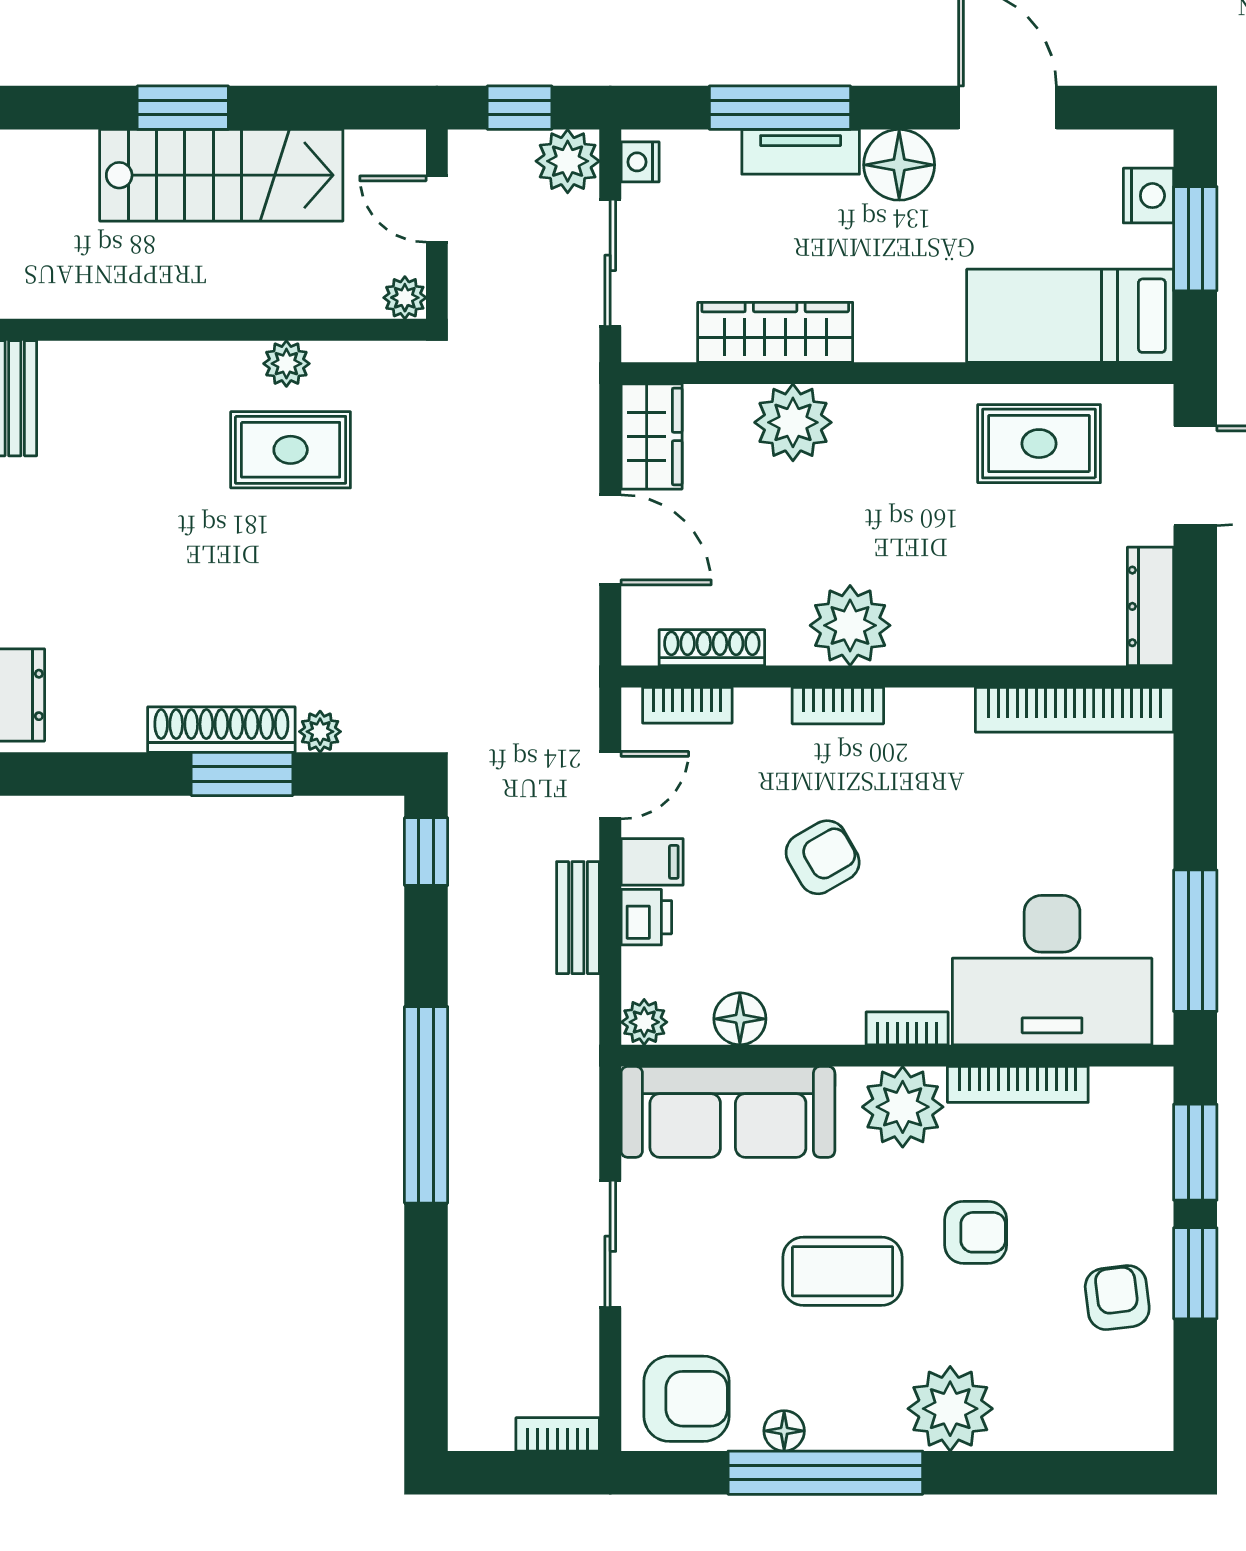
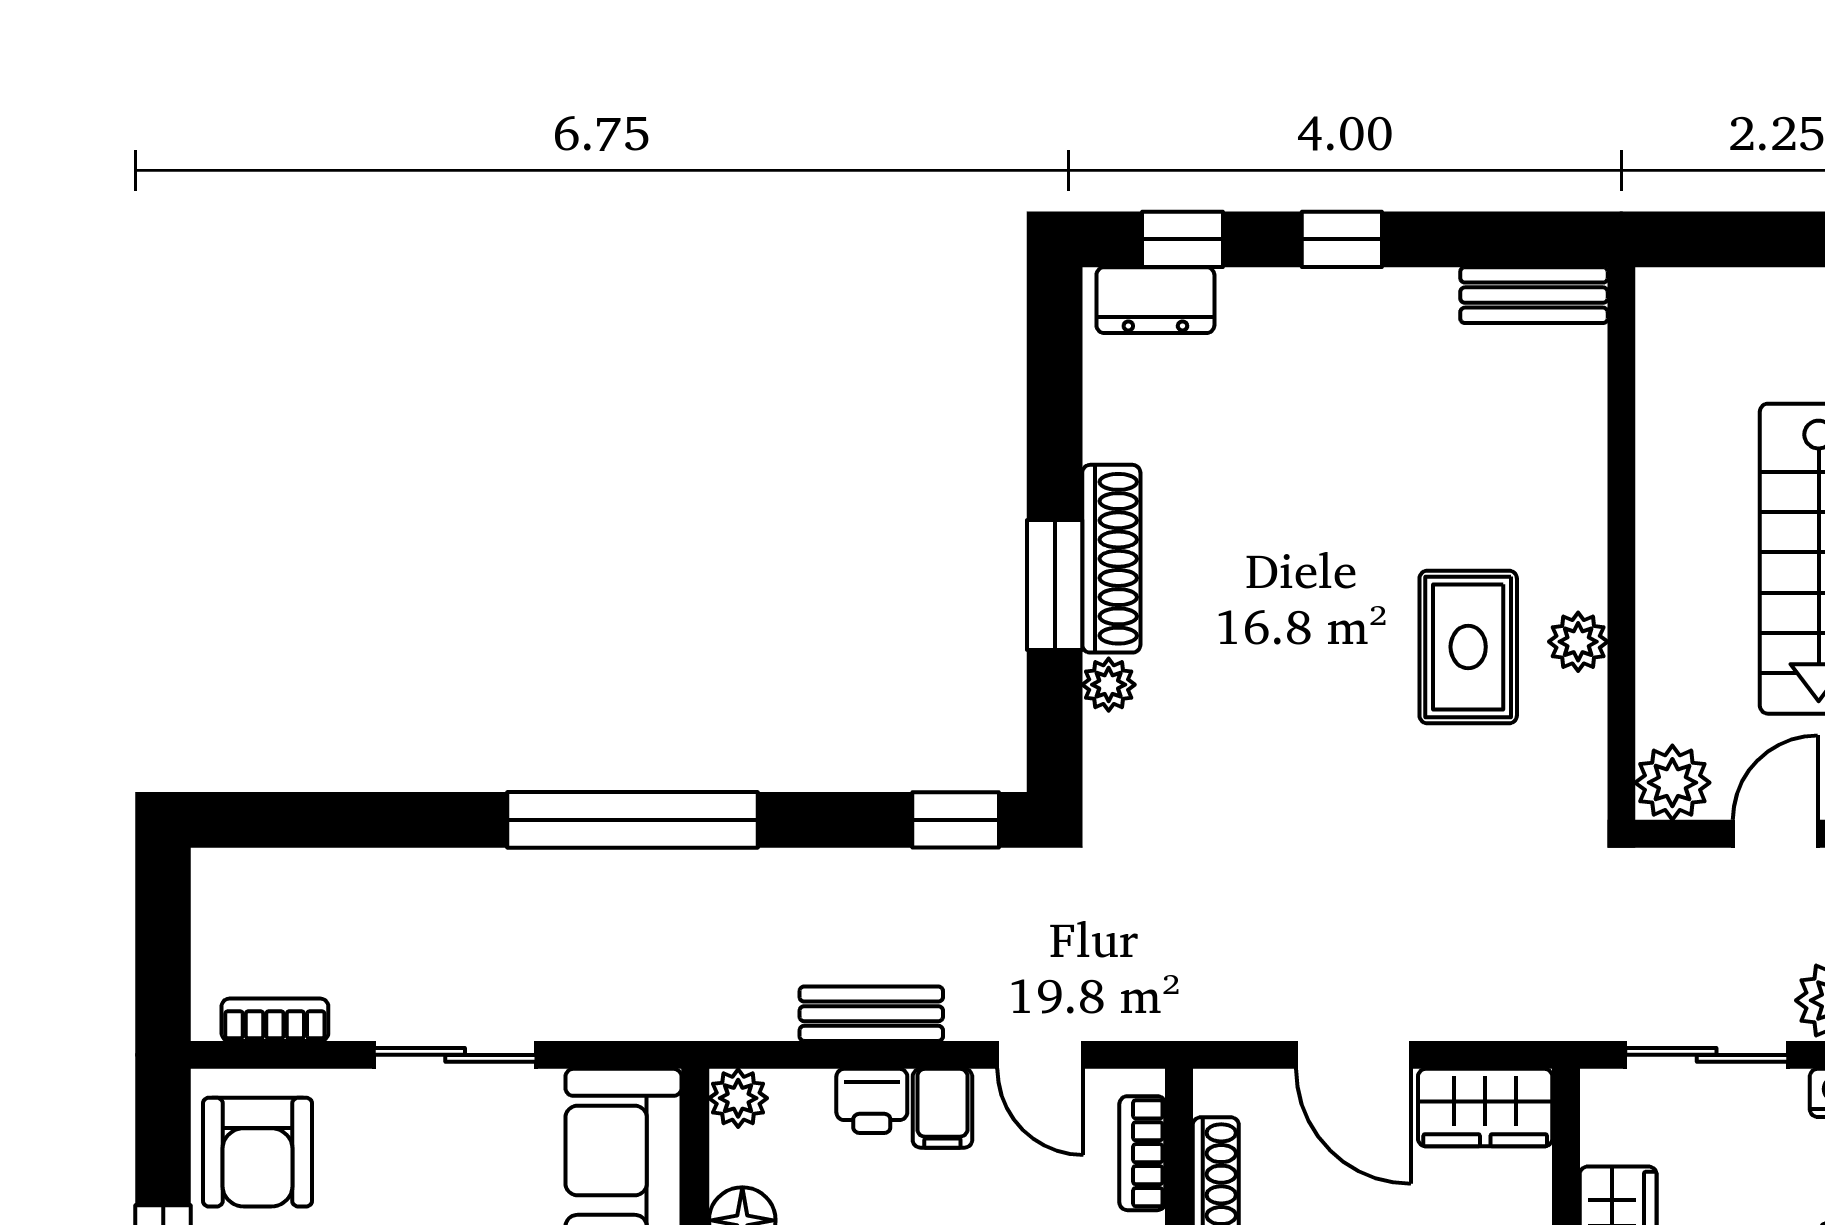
plant: (405, 298) -> (1672, 783), width x1.38, depth x1.38
door: (610, 540) -> (1353, 1055), hinge flipped
bookcase: (558, 1434) -> (275, 1020), moved, turned -90

